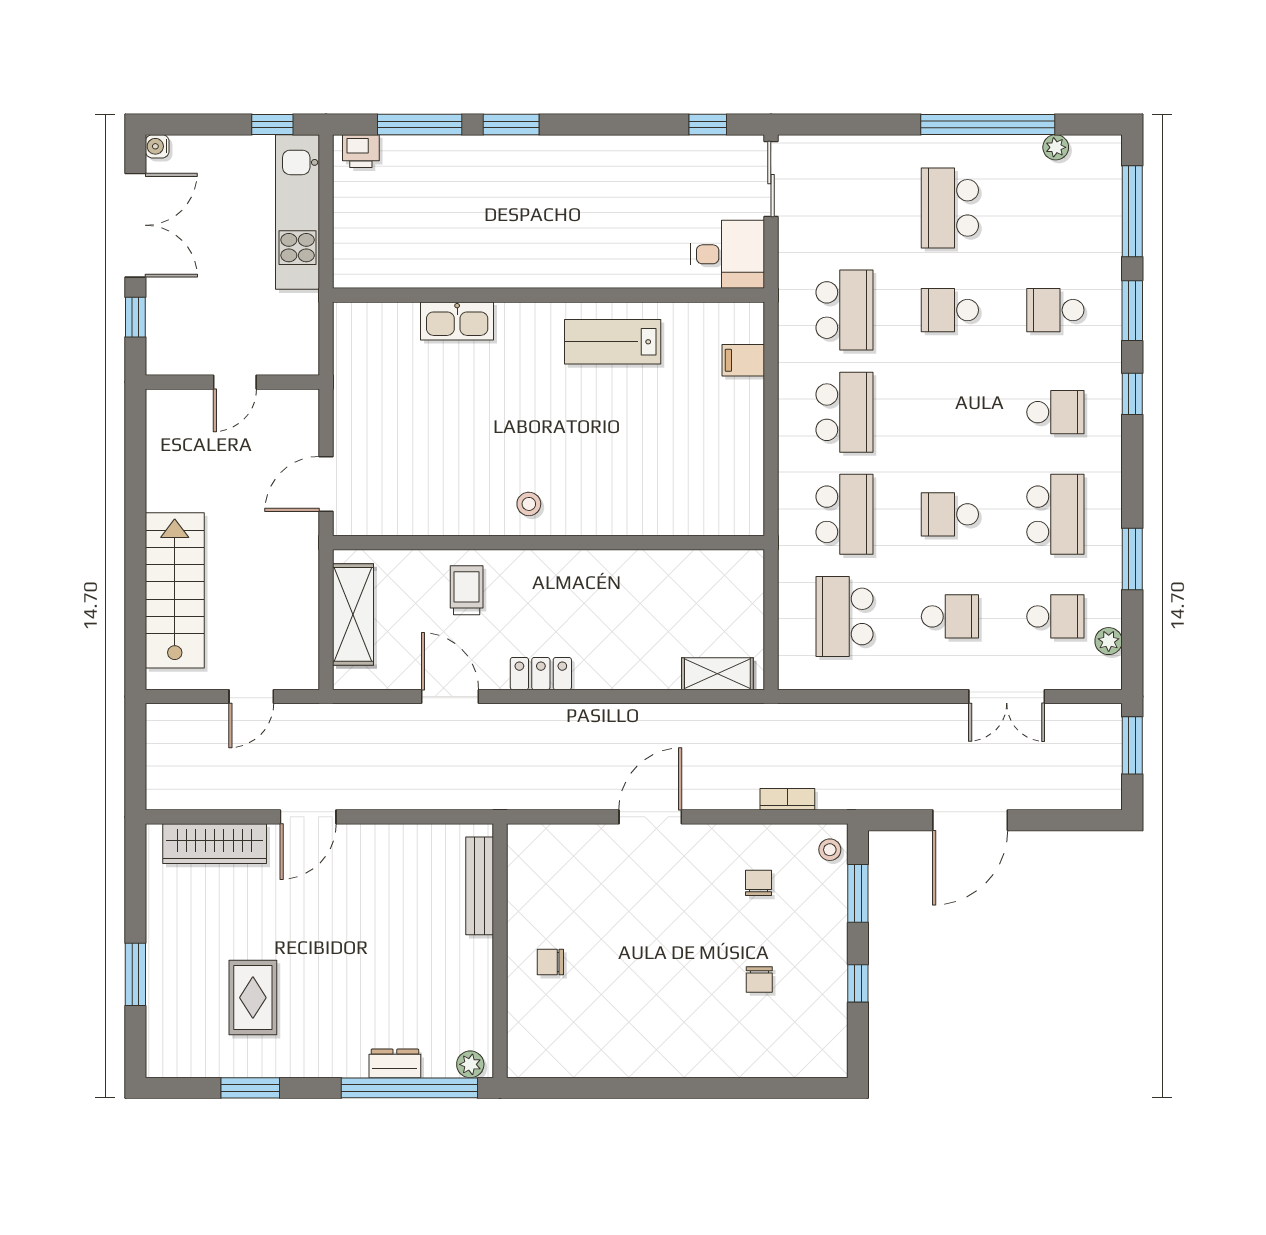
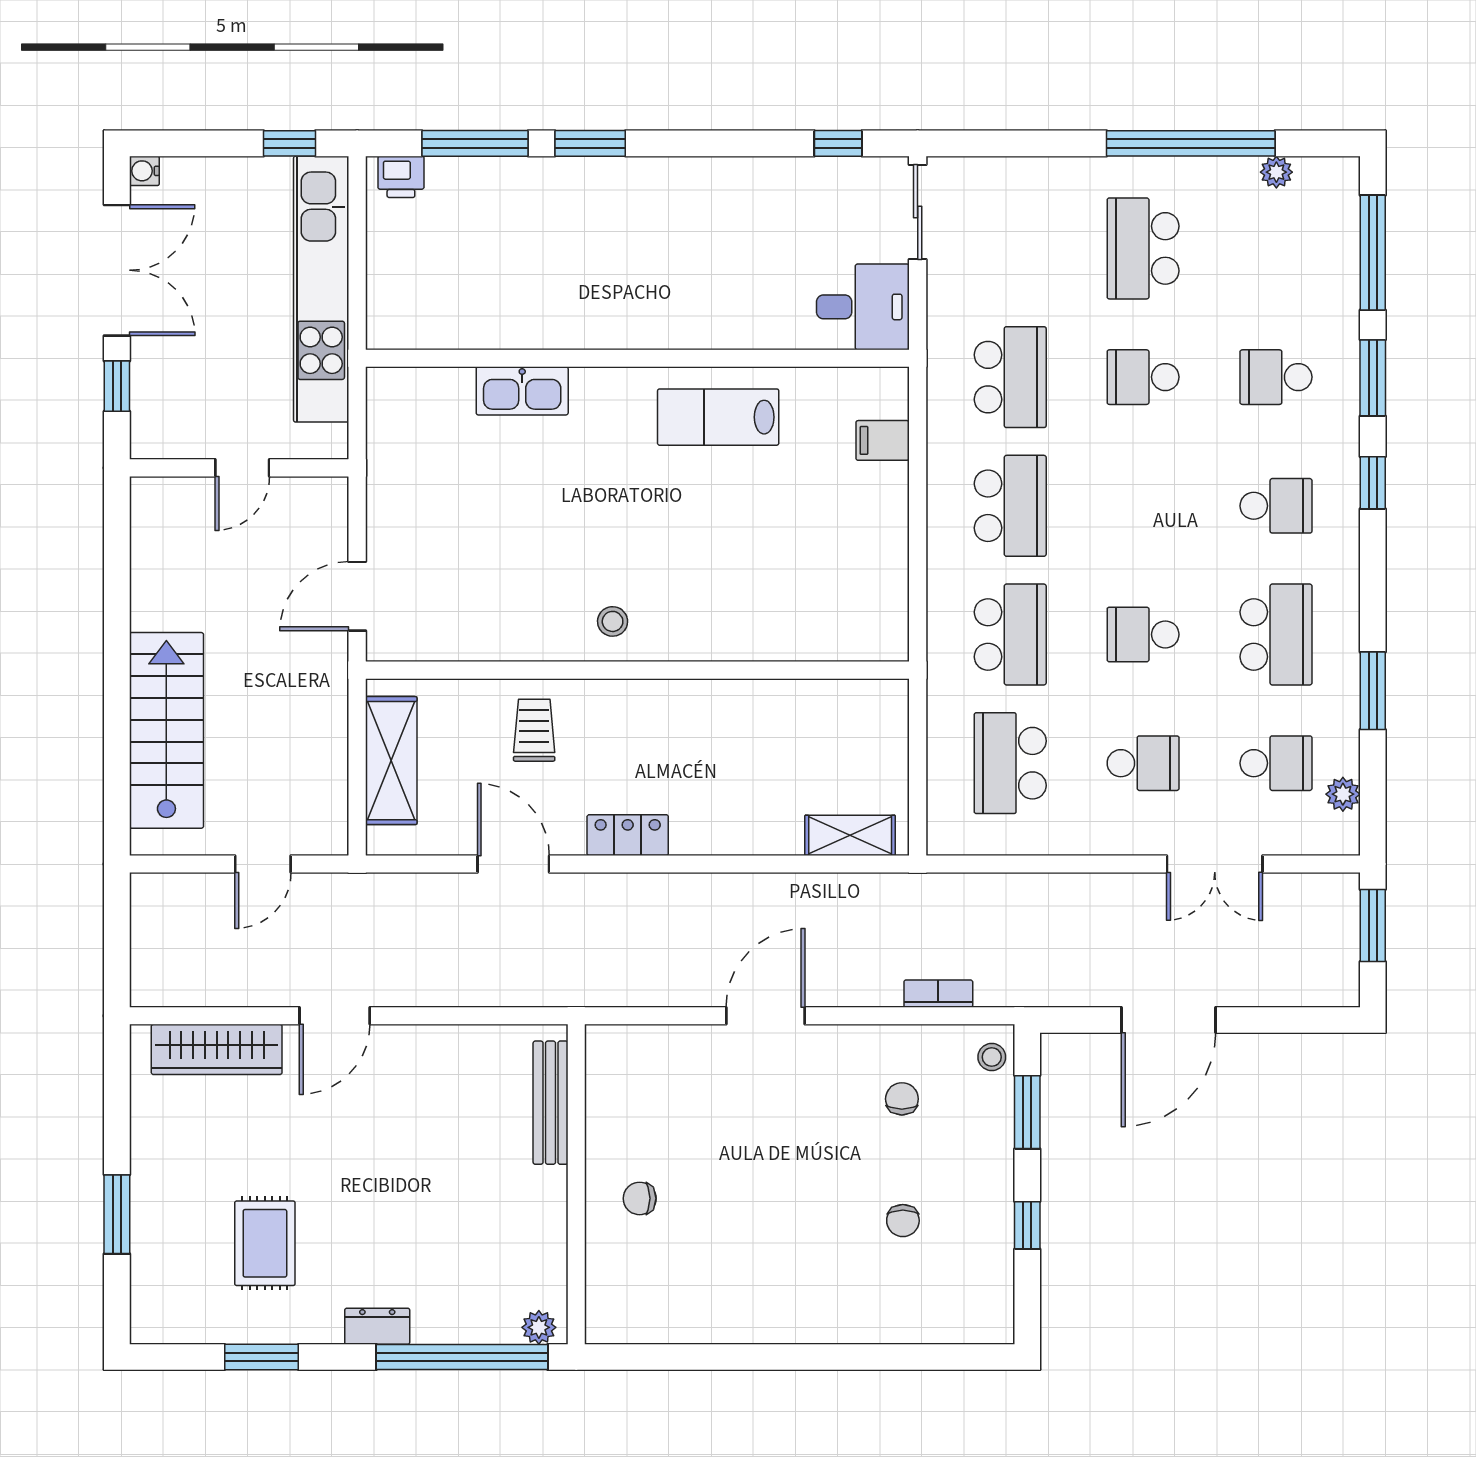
kitchen unit: (298, 212) -> (321, 289), width x1.36
dresser: (395, 1063) -> (377, 1326), moved

